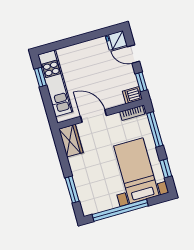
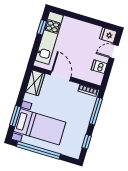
door: (133, 54) -> (114, 52), hinge flipped
window: (141, 82) -> (107, 74), removed
dishwasher: (132, 95) -> (99, 67), moved
bed with nightstands: (136, 171) -> (40, 127), moved, turned 90

